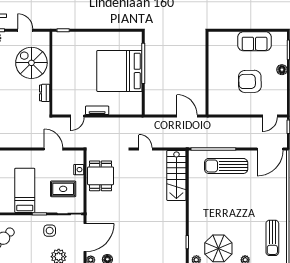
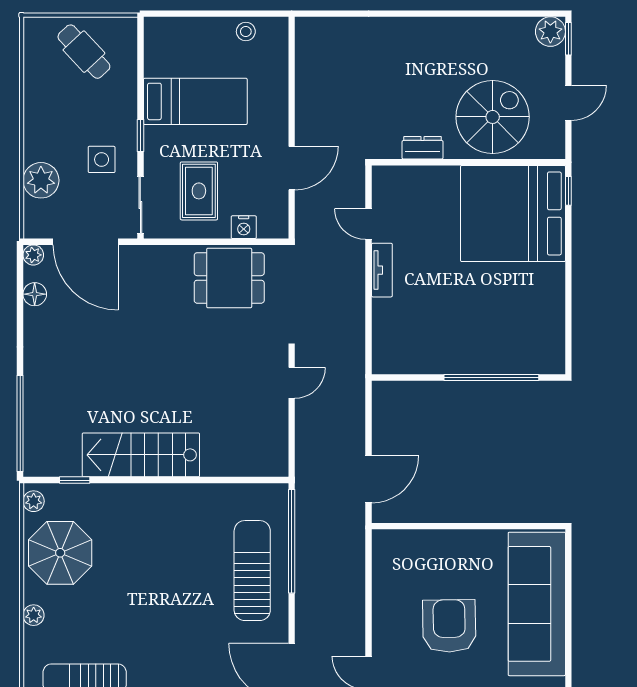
sofa: (255, 41) -> (537, 604), width x1.85, depth x1.27
bed: (119, 71) -> (513, 213), moved, turned -90
stairs: (176, 175) -> (141, 455), moved

